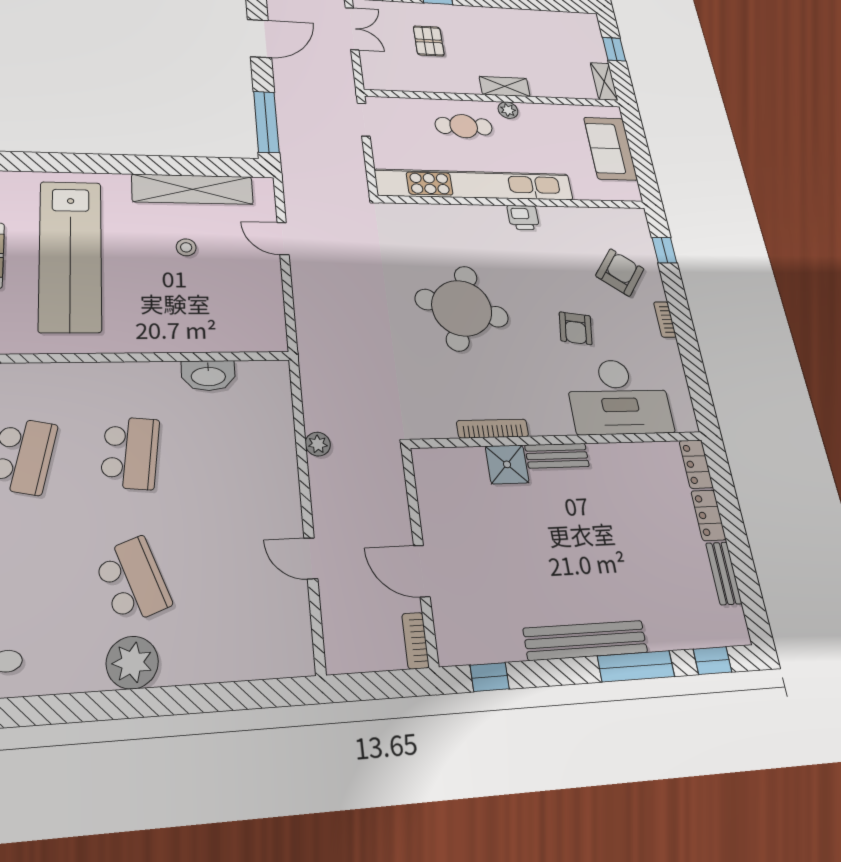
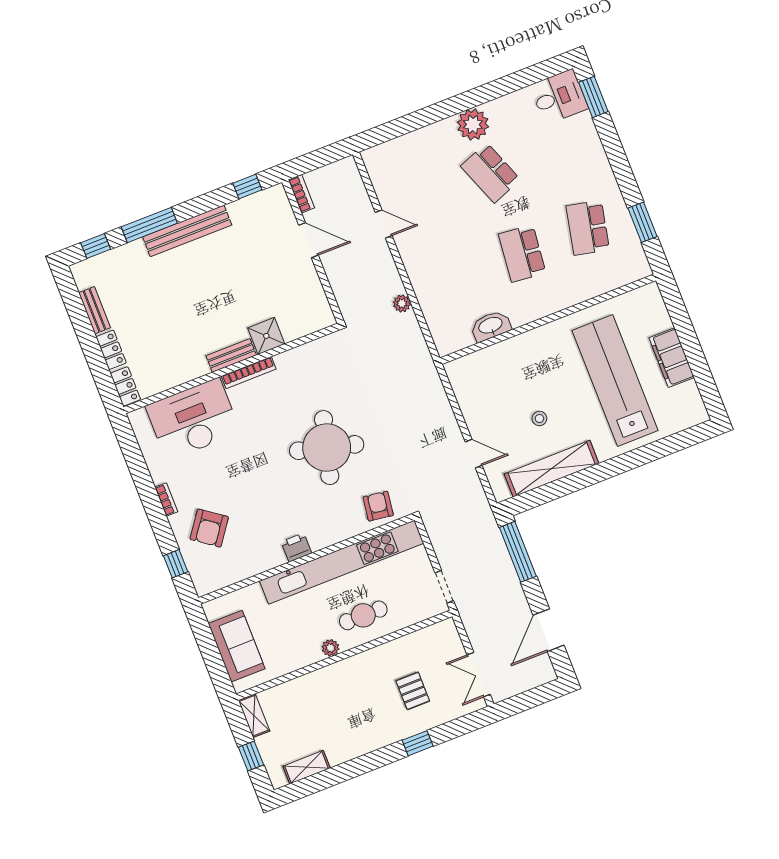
shelving: (505, 86) -> (307, 767), moved
armchair: (576, 328) -> (378, 506), moved
bookcase: (493, 429) -> (249, 373), moved

